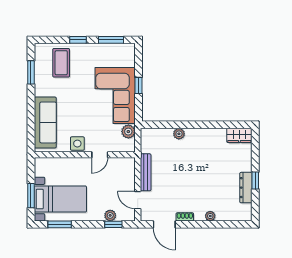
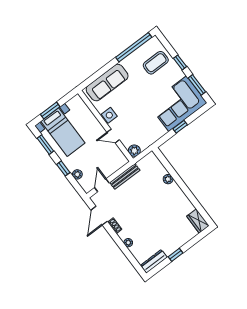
window: (31, 72) -> (134, 47), width x2.11
corner sofa: (115, 96) -> (178, 104), moved
plant: (128, 132) -> (134, 151), moved
dresser: (246, 188) -> (154, 261), moved
window: (113, 224) -> (63, 168), moved

